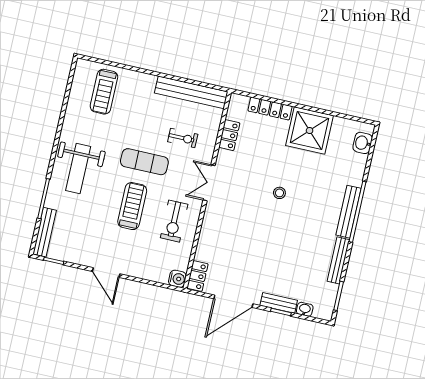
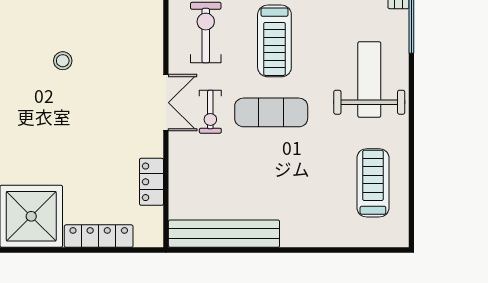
treadmill: (104, 92) -> (373, 183), moved
exercise bike: (183, 138) -> (210, 112), moved, turned -90
stool: (279, 193) -> (63, 61), moved

